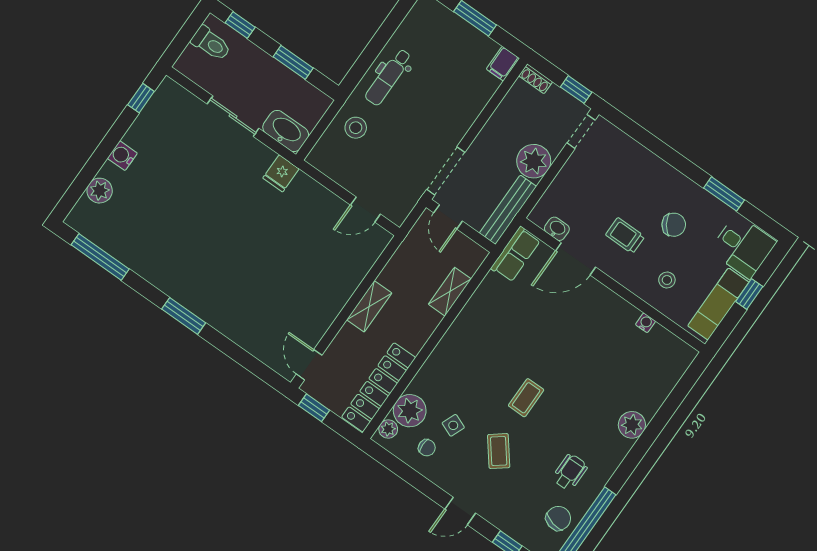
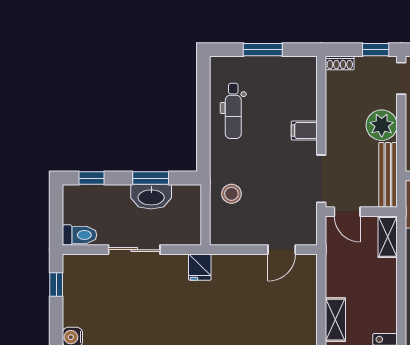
toilet: (211, 44) -> (80, 235), moved
filing cabinet: (503, 64) -> (304, 131), moved, turned 90
dental chair: (388, 77) -> (233, 111), moved
washbasin: (286, 131) -> (151, 197), moved, turned 180
shelving: (450, 292) -> (388, 237), moved

